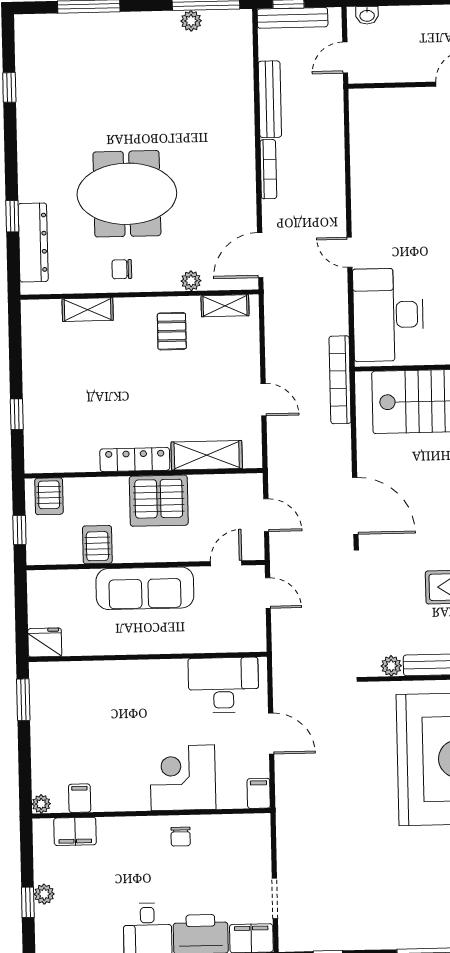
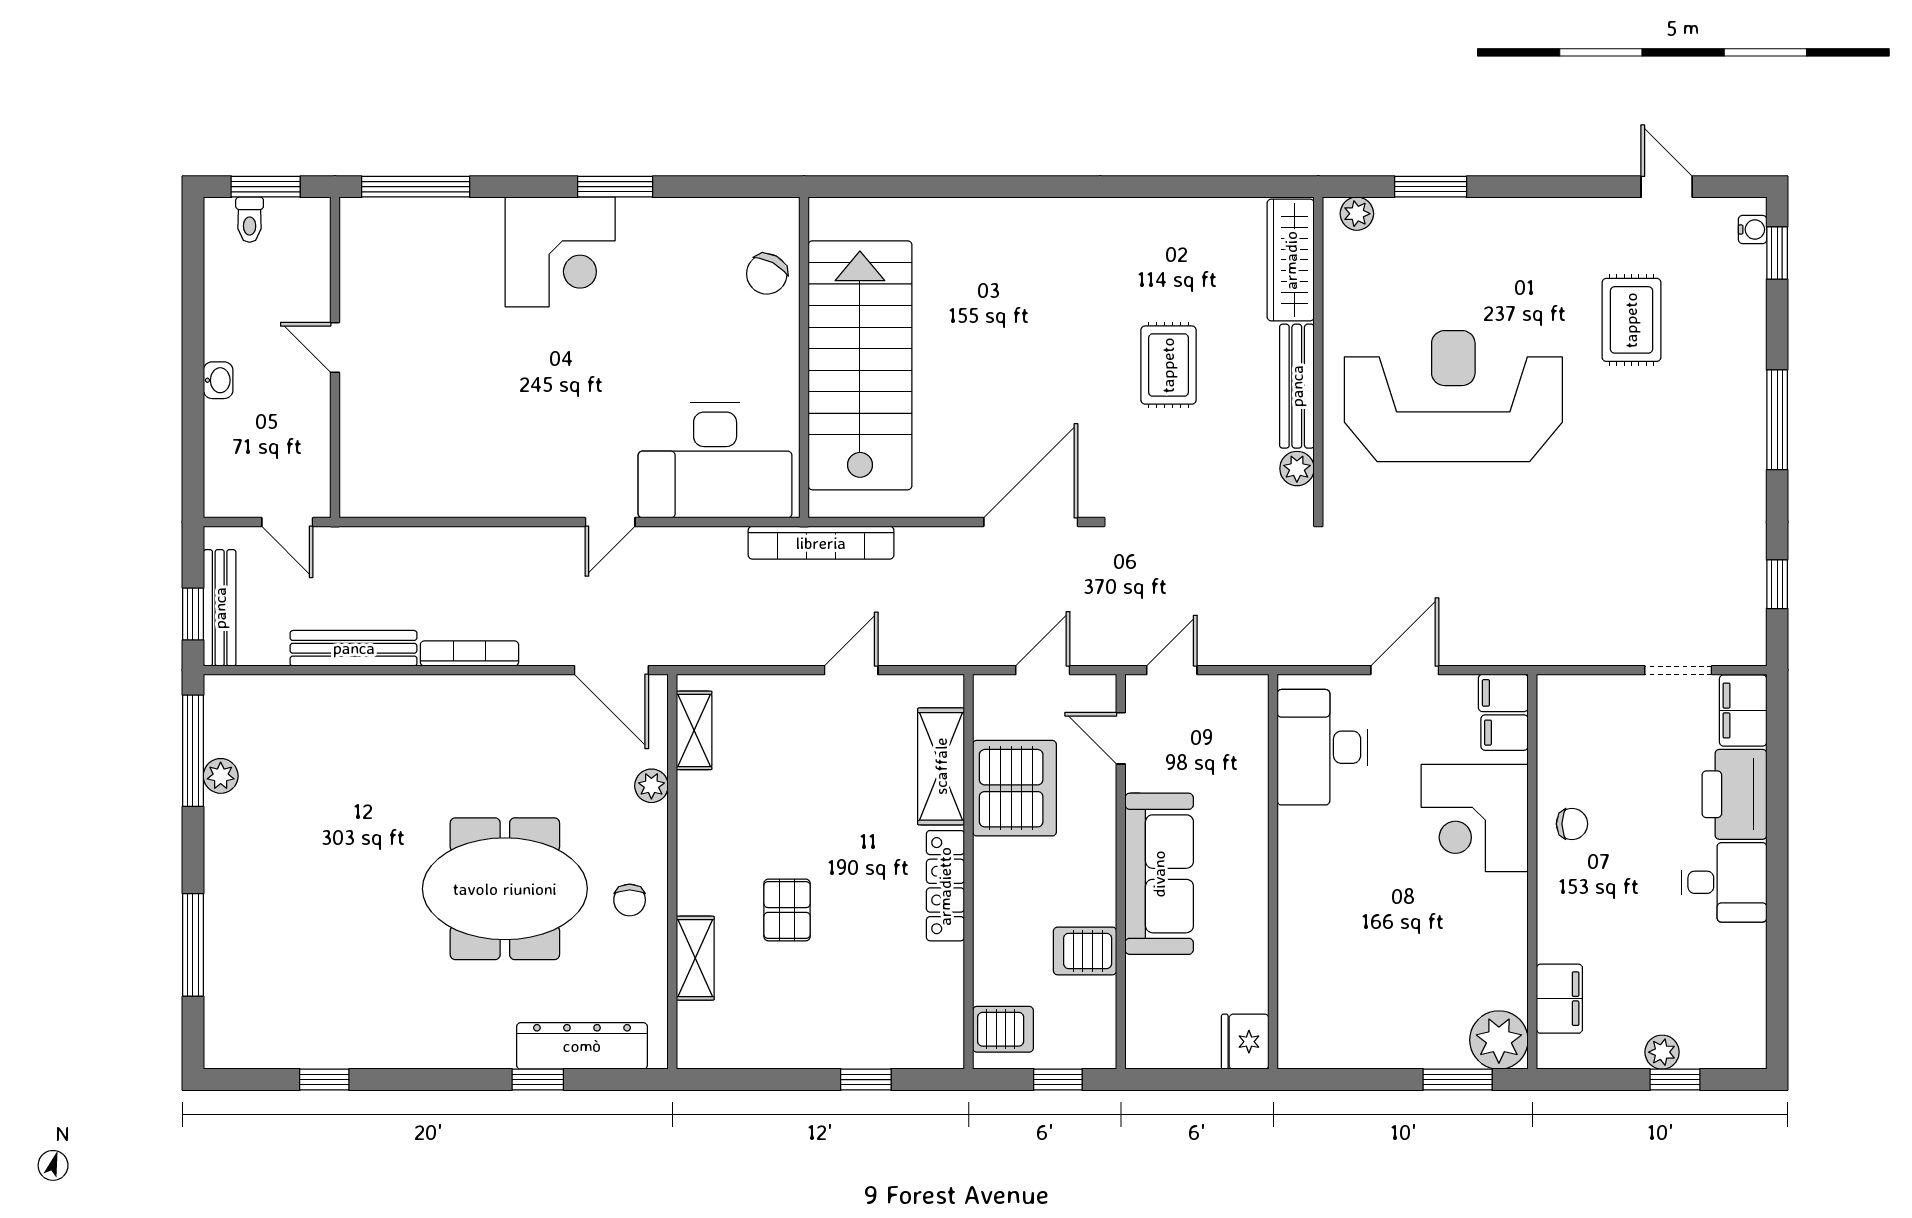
washbasin: (367, 15) -> (218, 380), moved
meeting table: (127, 194) -> (505, 889), turned 90
pallet: (172, 331) -> (787, 910), moved, turned 90
server rack: (159, 501) -> (1015, 788), moved
window: (23, 700) -> (1458, 1080), moved
filing cabinet: (80, 798) -> (1505, 733), moved
plant: (41, 804) -> (1499, 1040), width x1.87, depth x1.87

